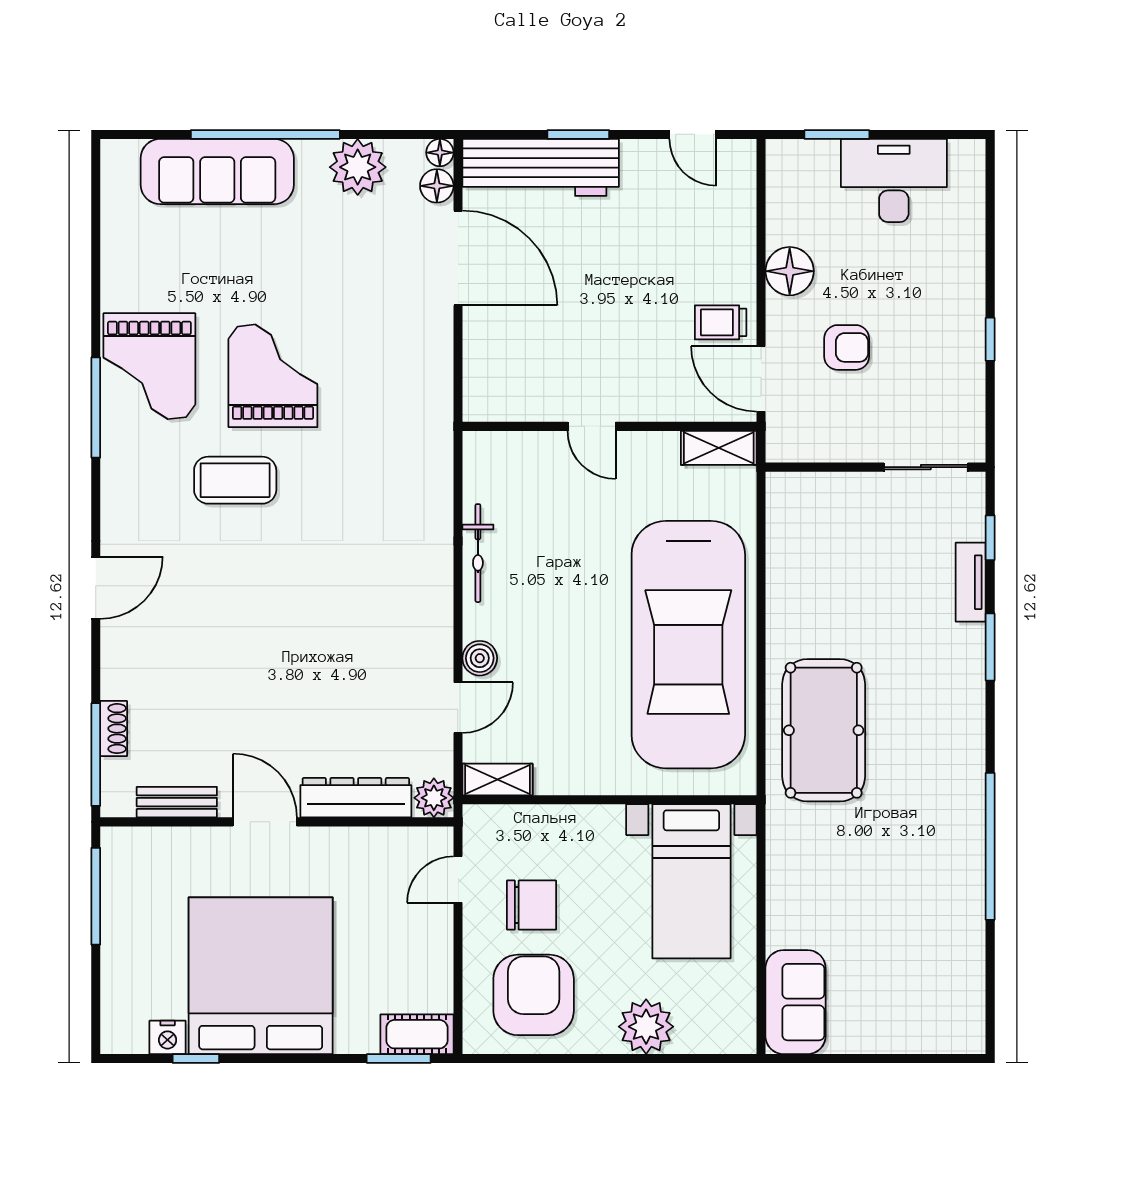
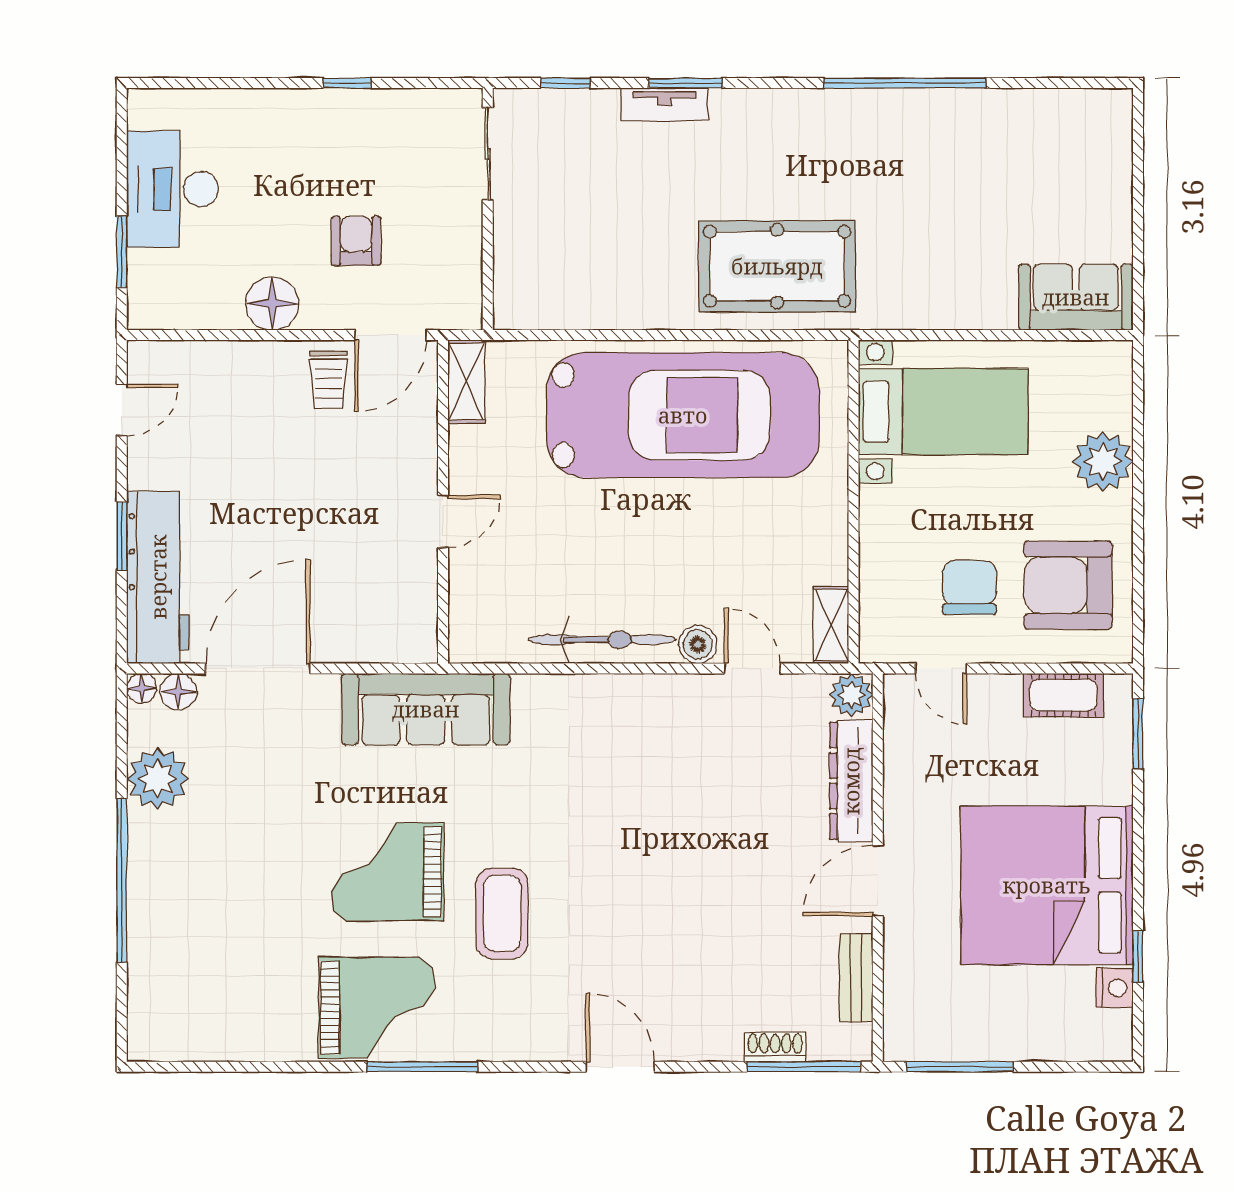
sofa: (217, 171) -> (426, 709), moved, turned 90
bicycle: (478, 553) -> (602, 640), width x1.37, depth x1.40
tv unit: (971, 582) -> (664, 105), moved
cot: (417, 1034) -> (1063, 695), moved, turned 90

